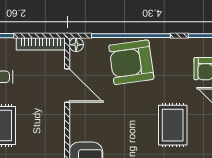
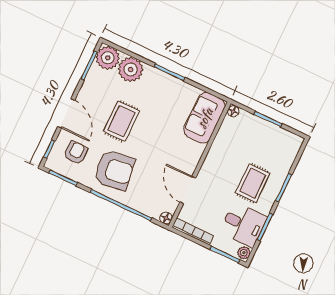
armchair: (131, 62) -> (114, 170), moved

